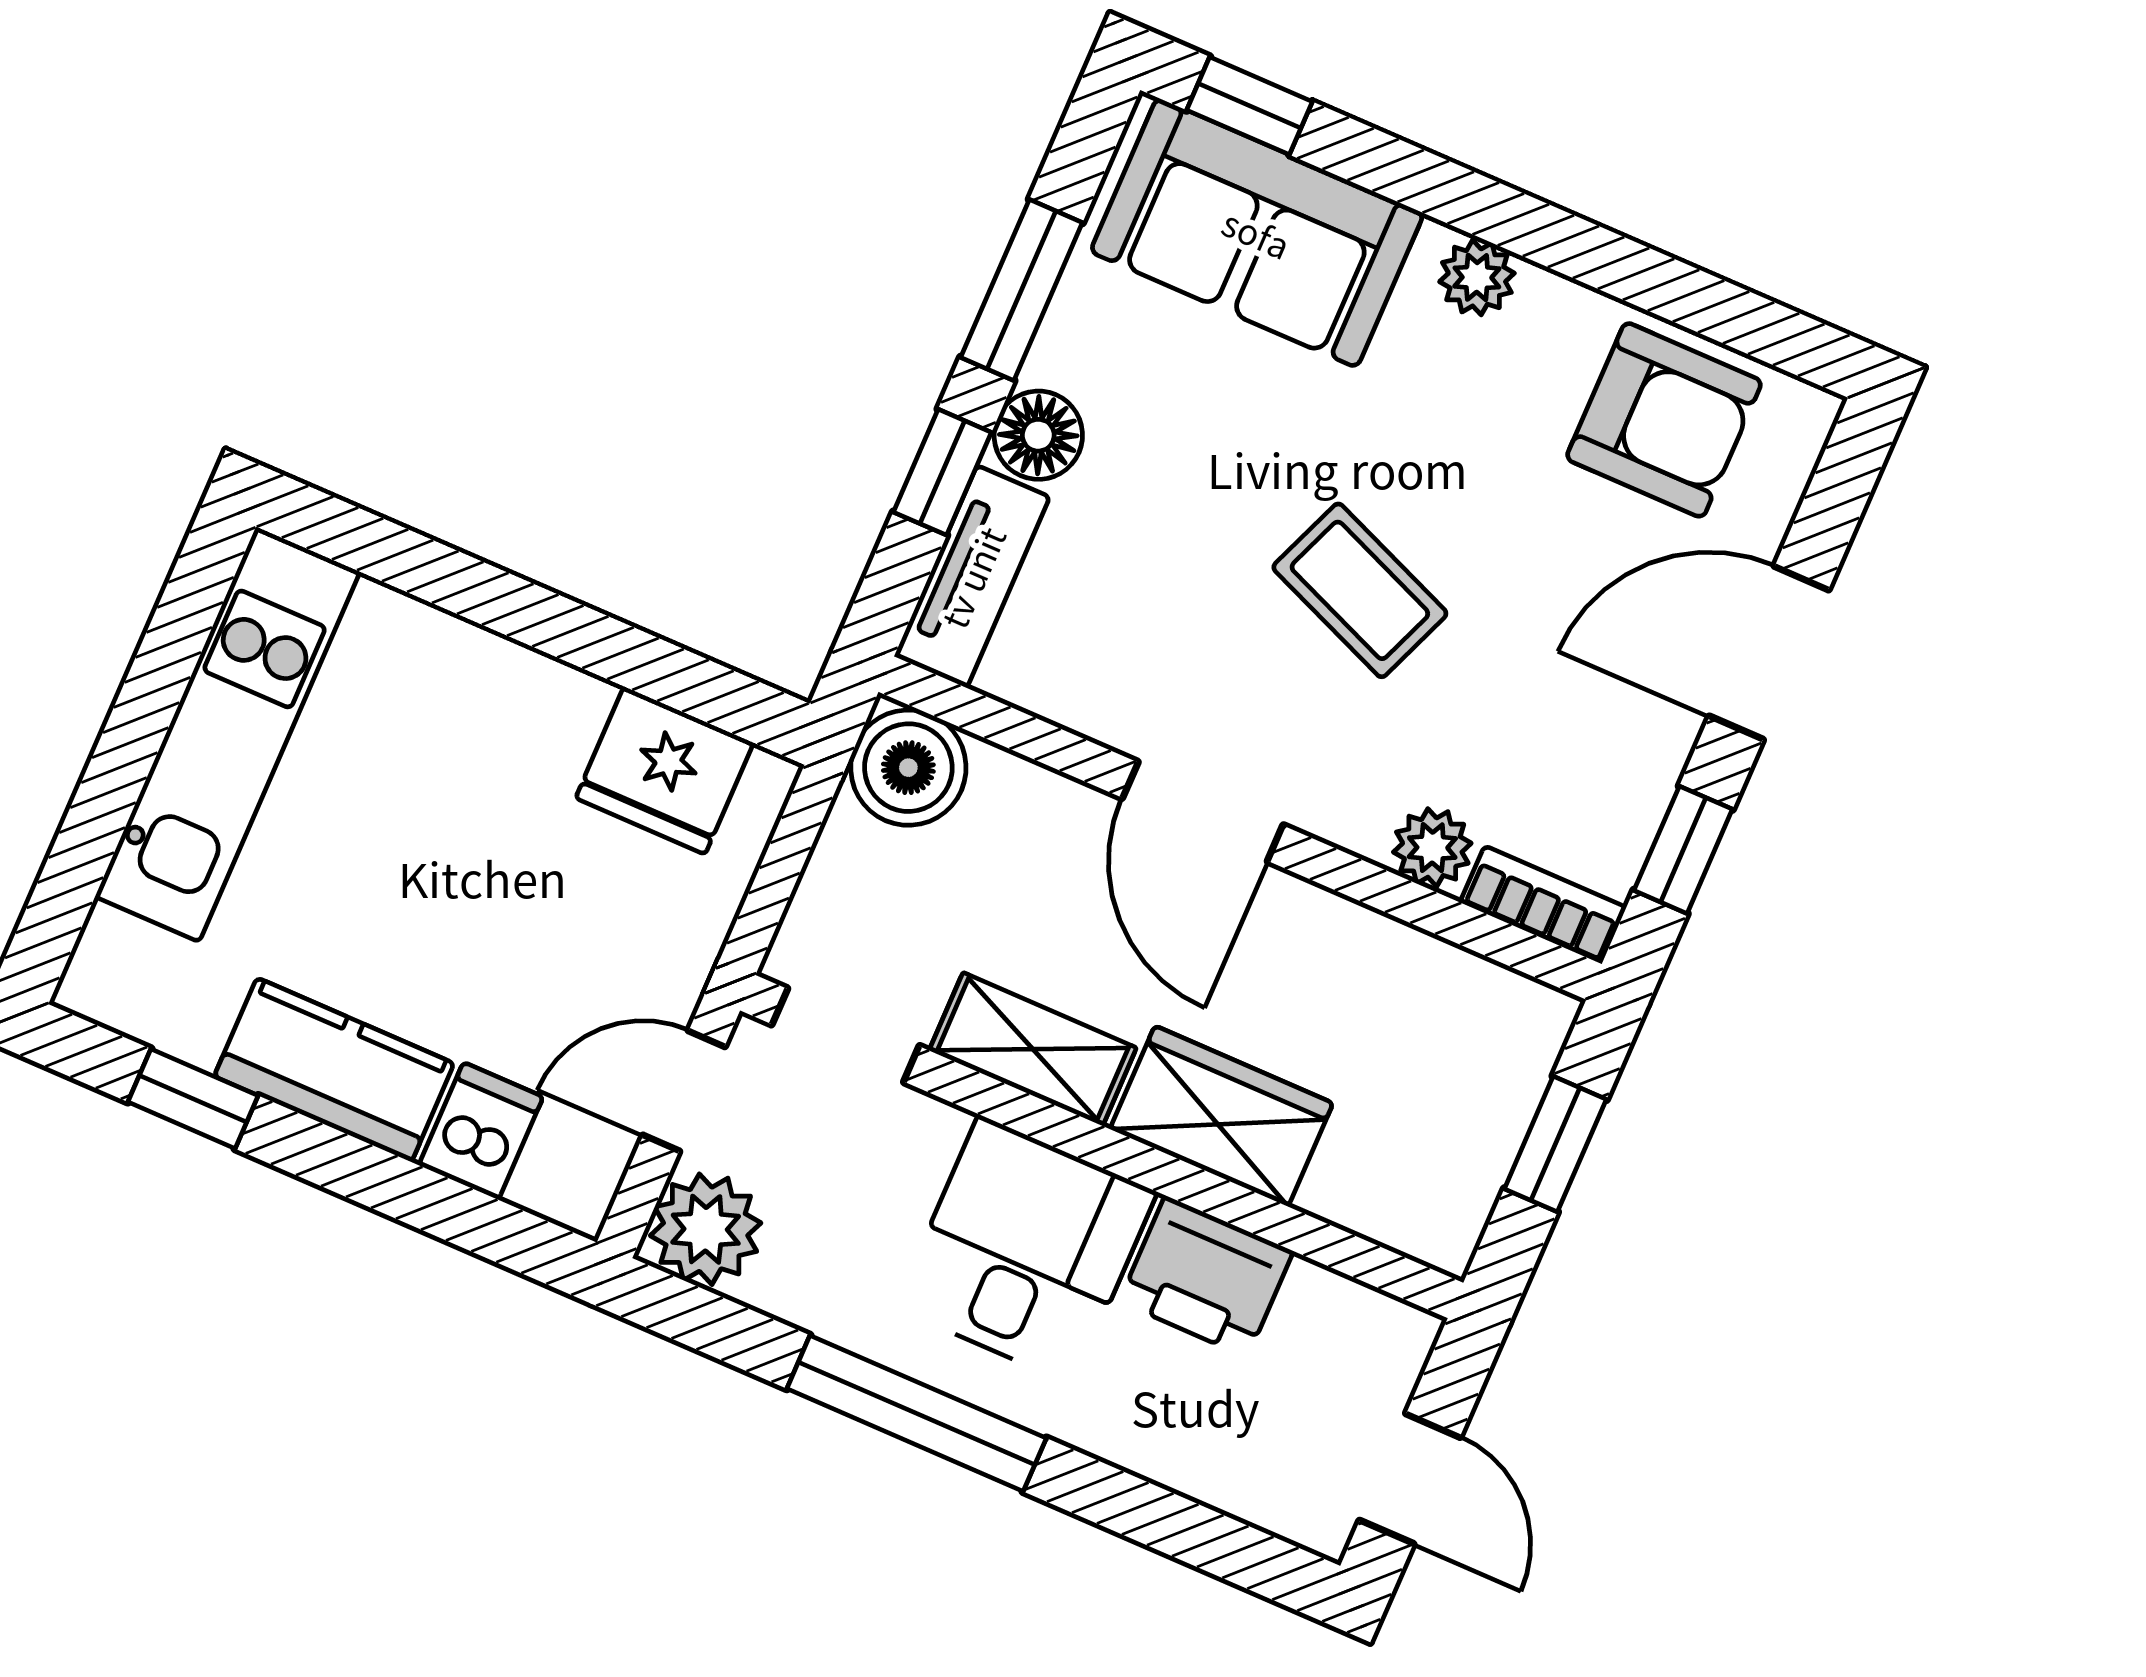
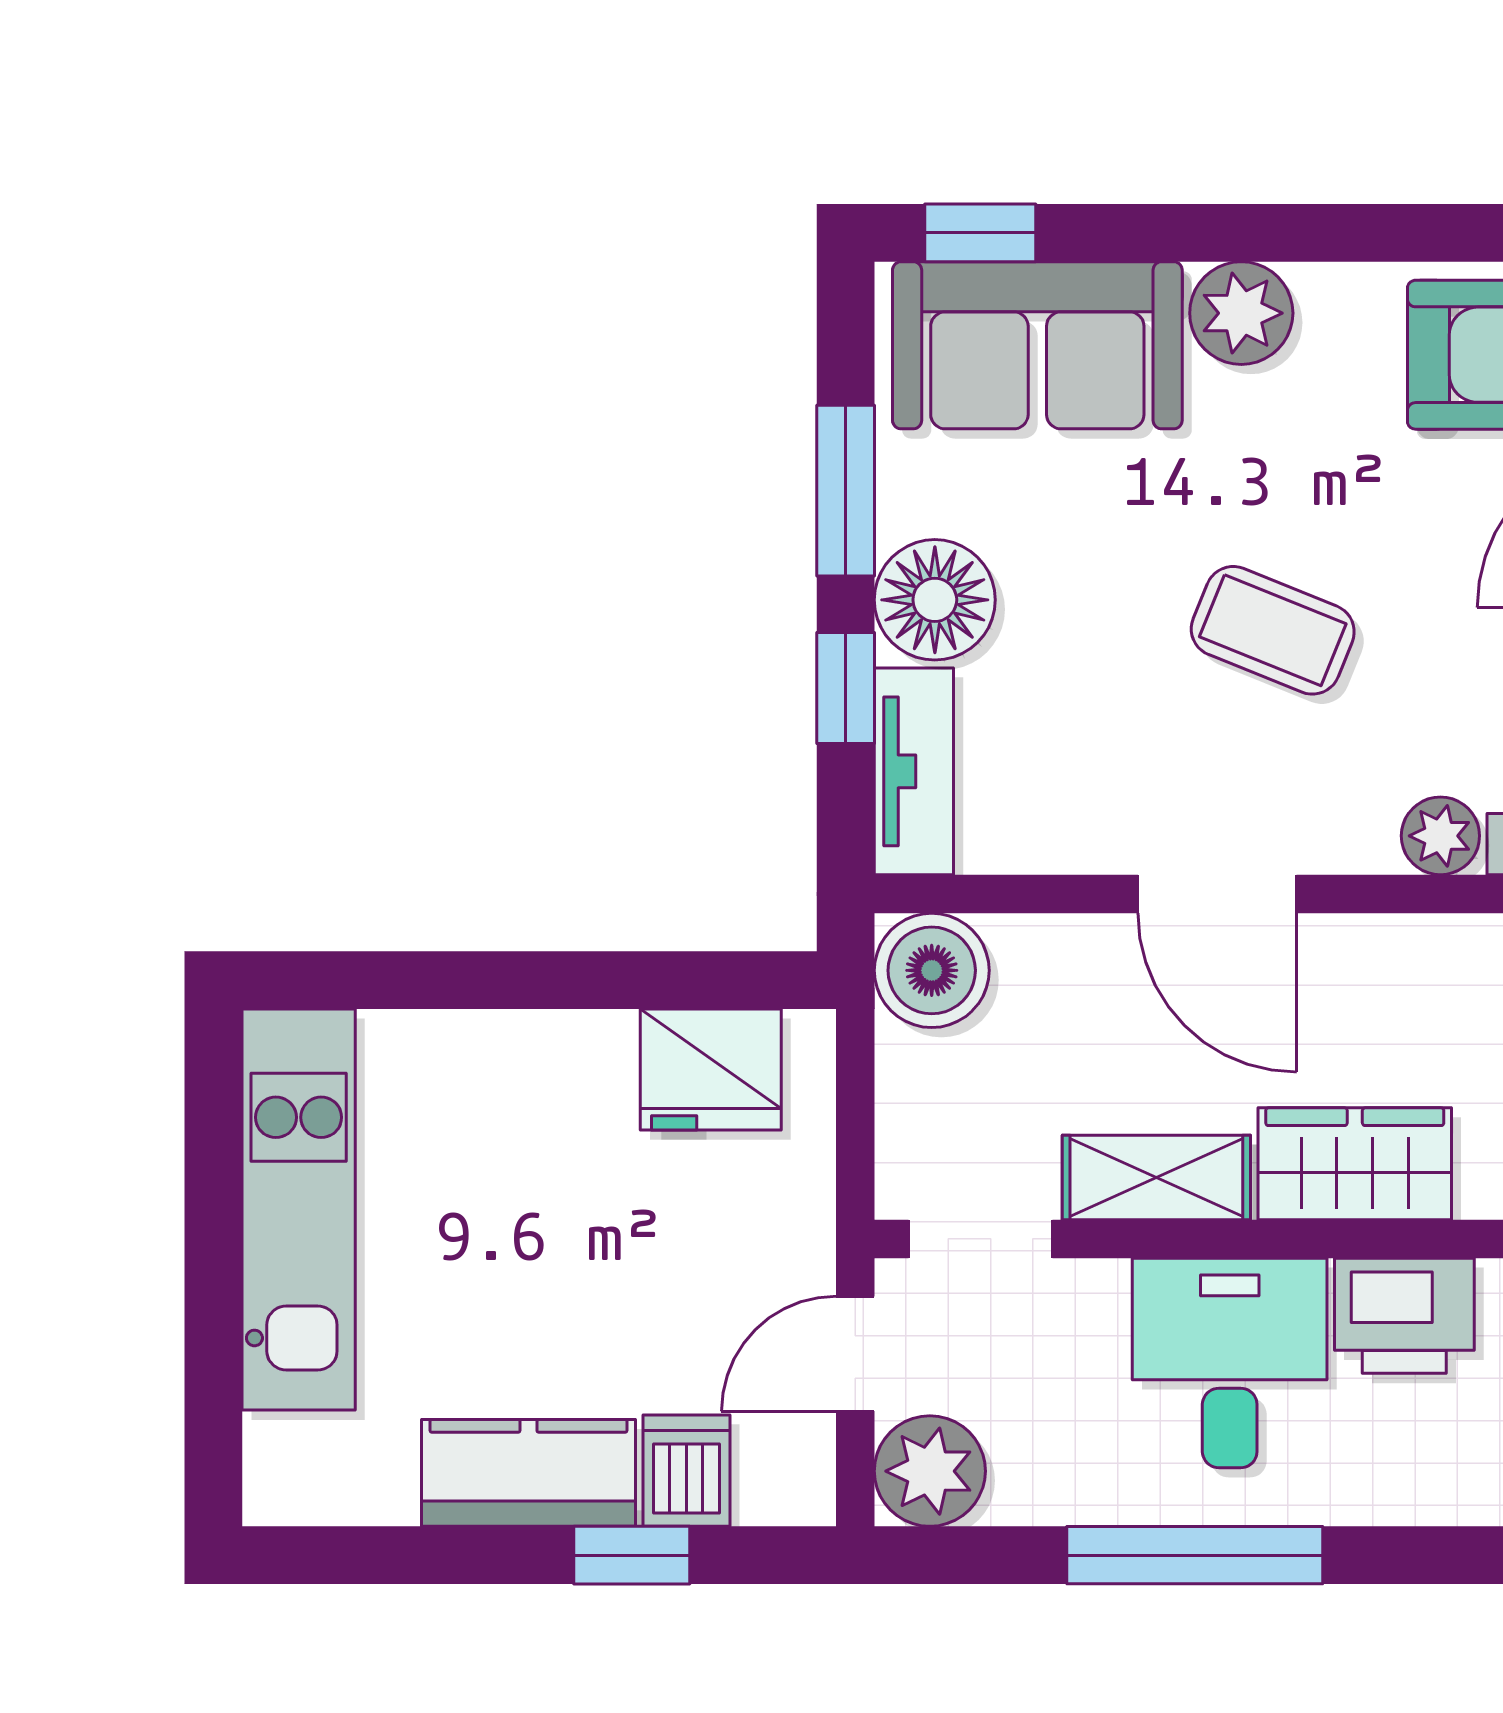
plant: (1477, 277) -> (1241, 313), width x1.38, depth x1.38
floor lamp: (1038, 435) -> (935, 600), width x1.38, depth x1.38
window: (193, 1099) -> (632, 1555), moved

